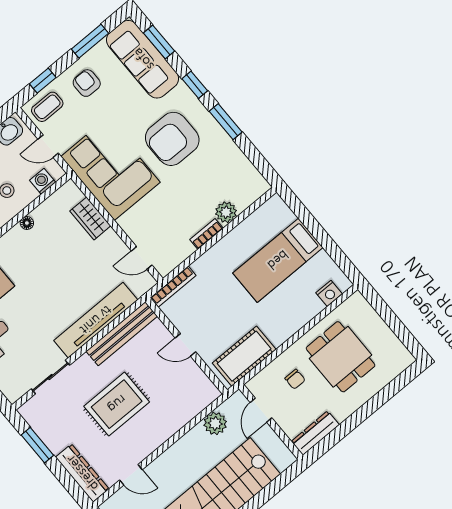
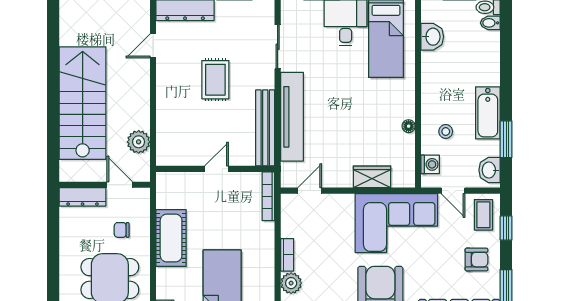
door: (48, 146) -> (453, 191), swing flipped
cot: (244, 356) -> (171, 238), moved
rug: (117, 404) -> (215, 80), width x0.73, depth x0.70
dresser: (315, 433) -> (83, 197), moved, turned 90

